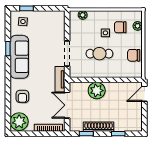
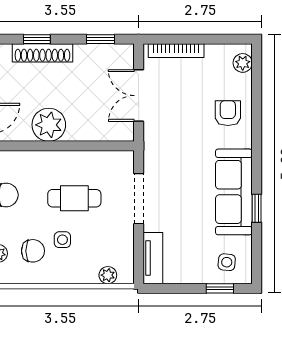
tv unit: (60, 79) -> (153, 258), moved
plant: (97, 91) -> (49, 125), moved
double door: (67, 105) -> (139, 96), swing flipped
plant: (19, 122) -> (243, 63), width x0.53, depth x0.53
shoe rack: (98, 127) -> (42, 53), moved

